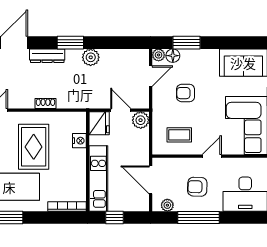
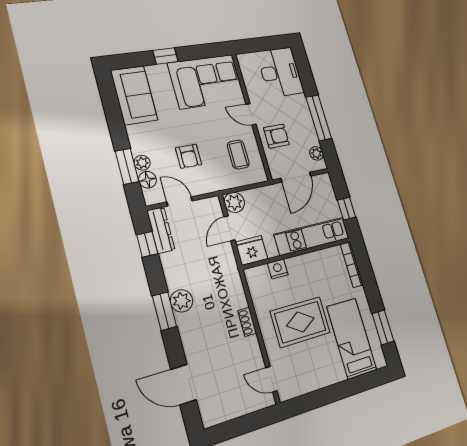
window: (123, 43) -> (147, 244), added
plant: (159, 55) -> (142, 163), moved
dresser: (47, 56) -> (161, 230), moved
plant: (91, 57) -> (182, 301), moved
armchair: (197, 187) -> (276, 136), moved, turned -92

